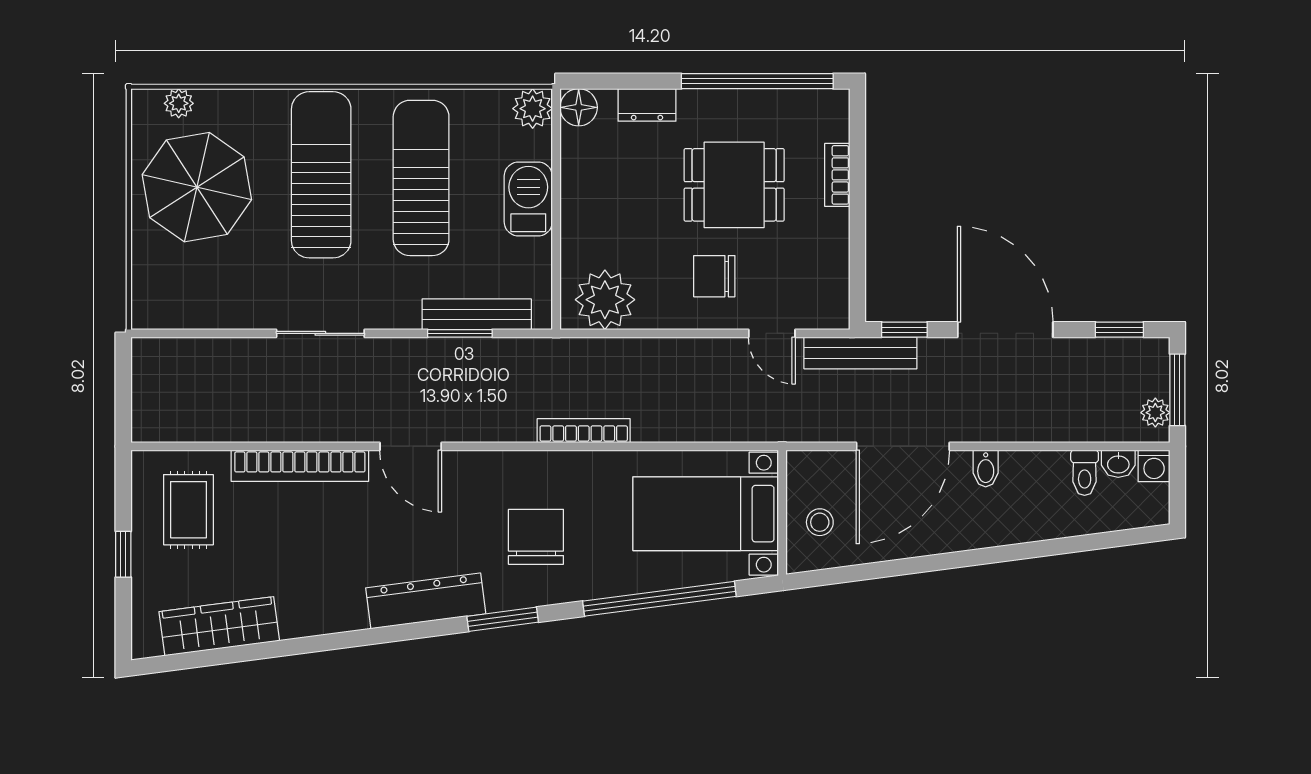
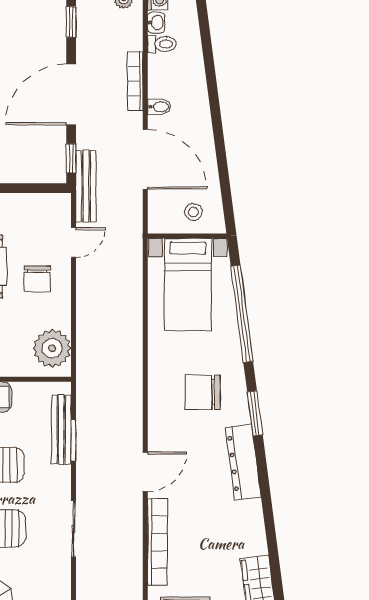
bookcase: (584, 431) -> (135, 81), moved

